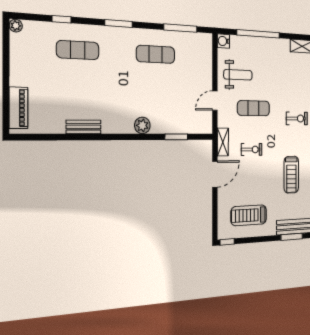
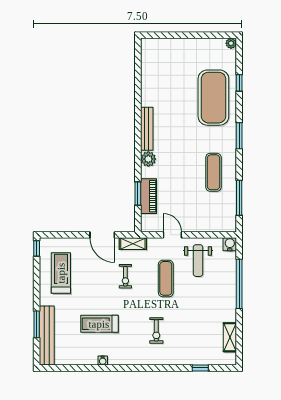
exercise mat: (78, 50) -> (213, 98), width x2.00, depth x1.45
piano: (19, 108) -> (148, 196), moved, turned -90
bench: (84, 127) -> (147, 129), moved, width x1.36

